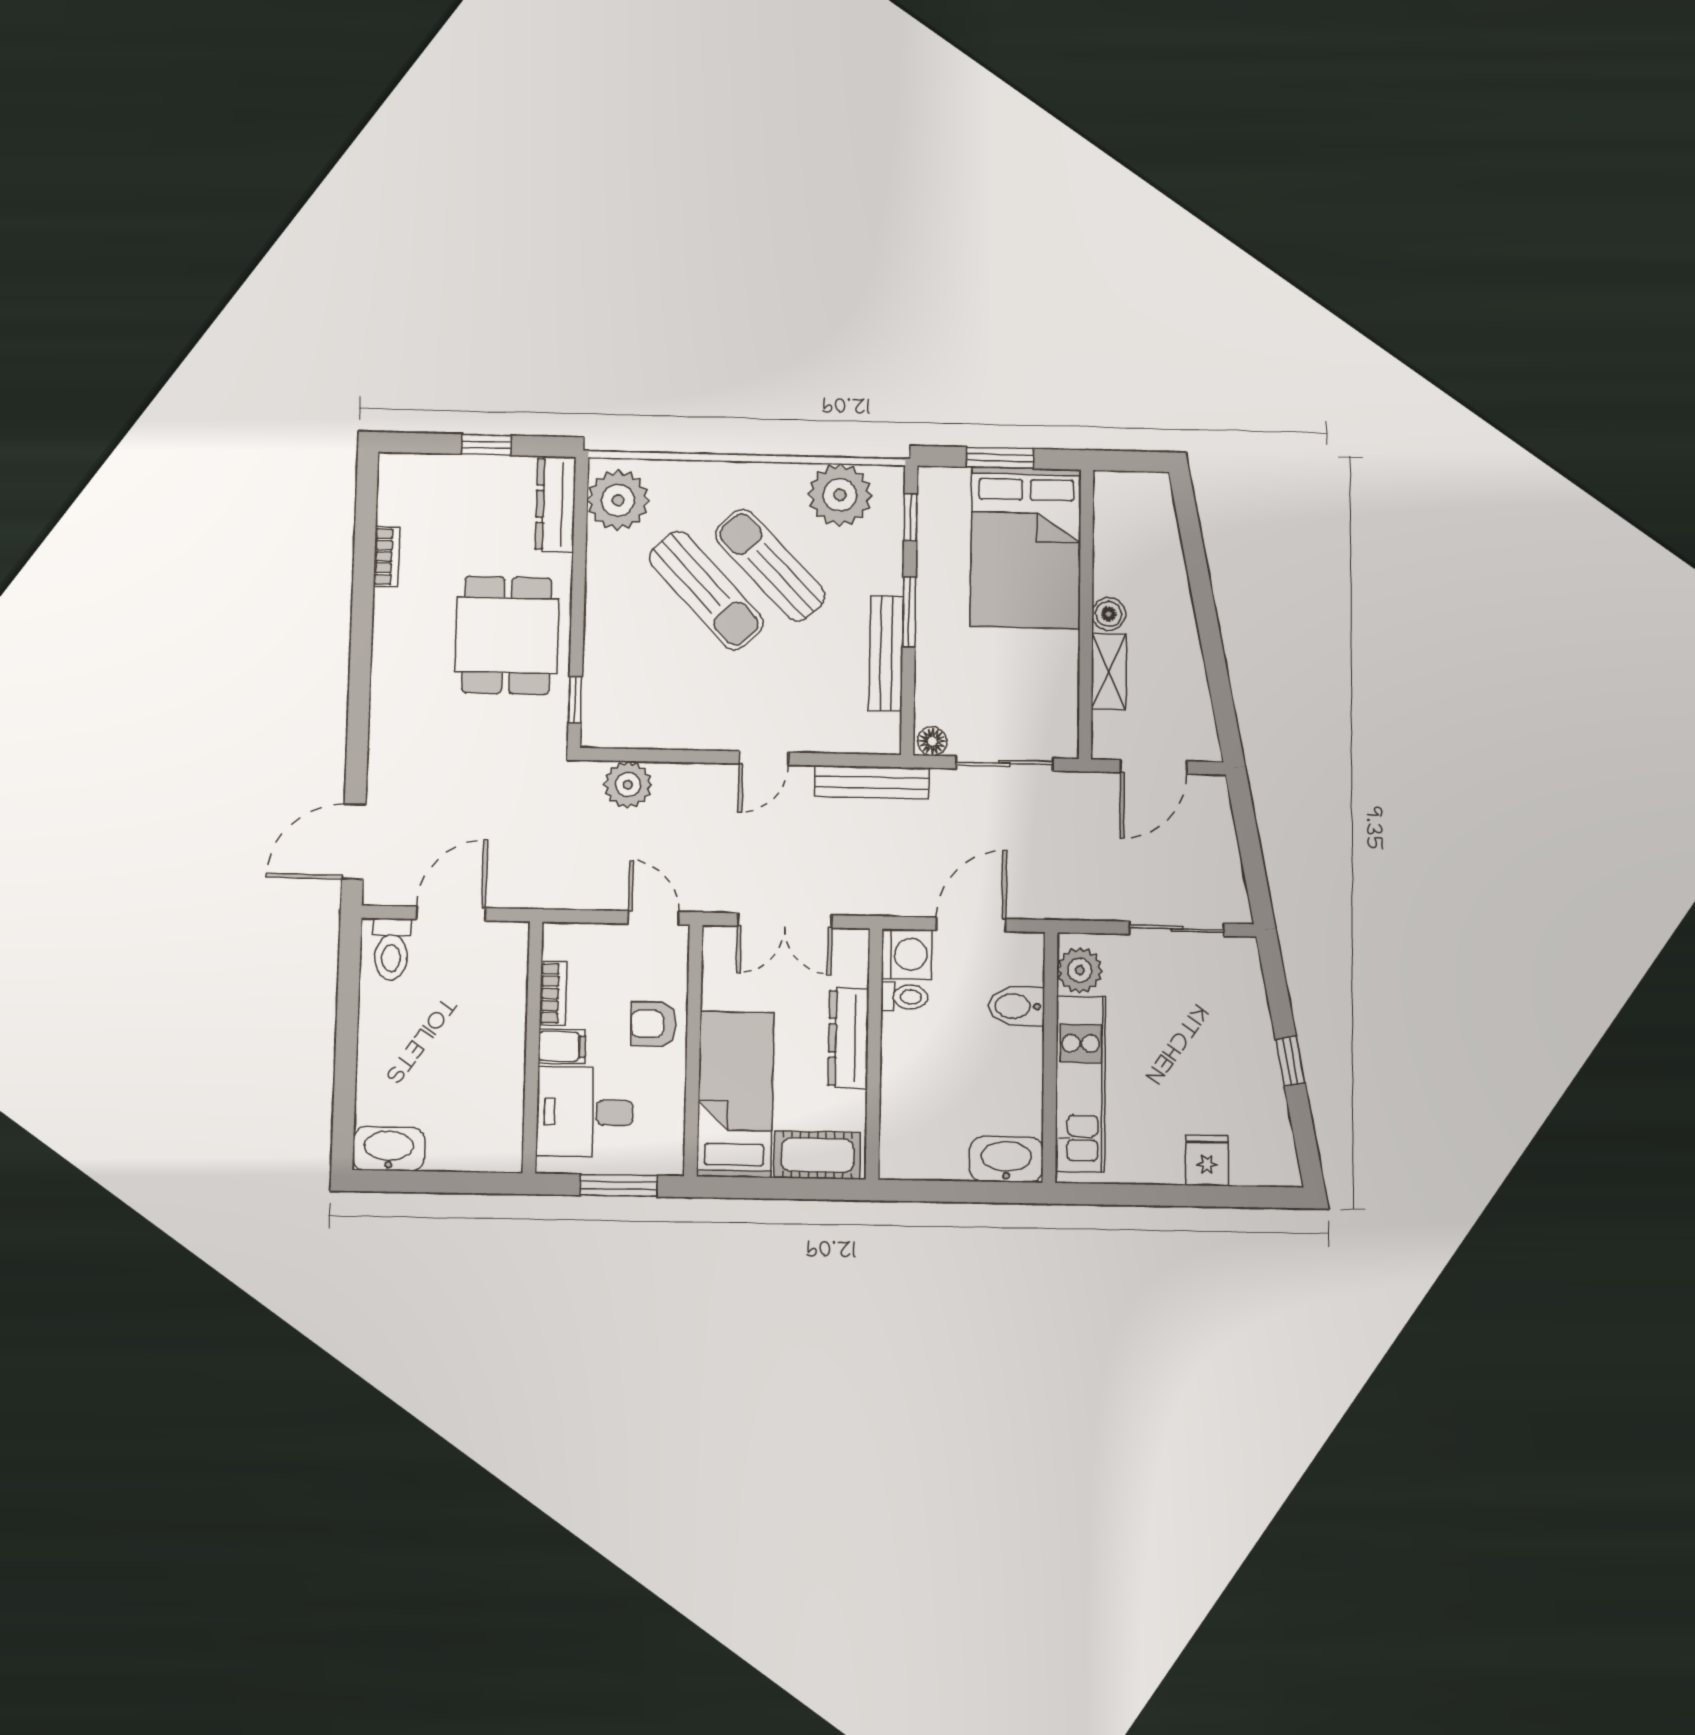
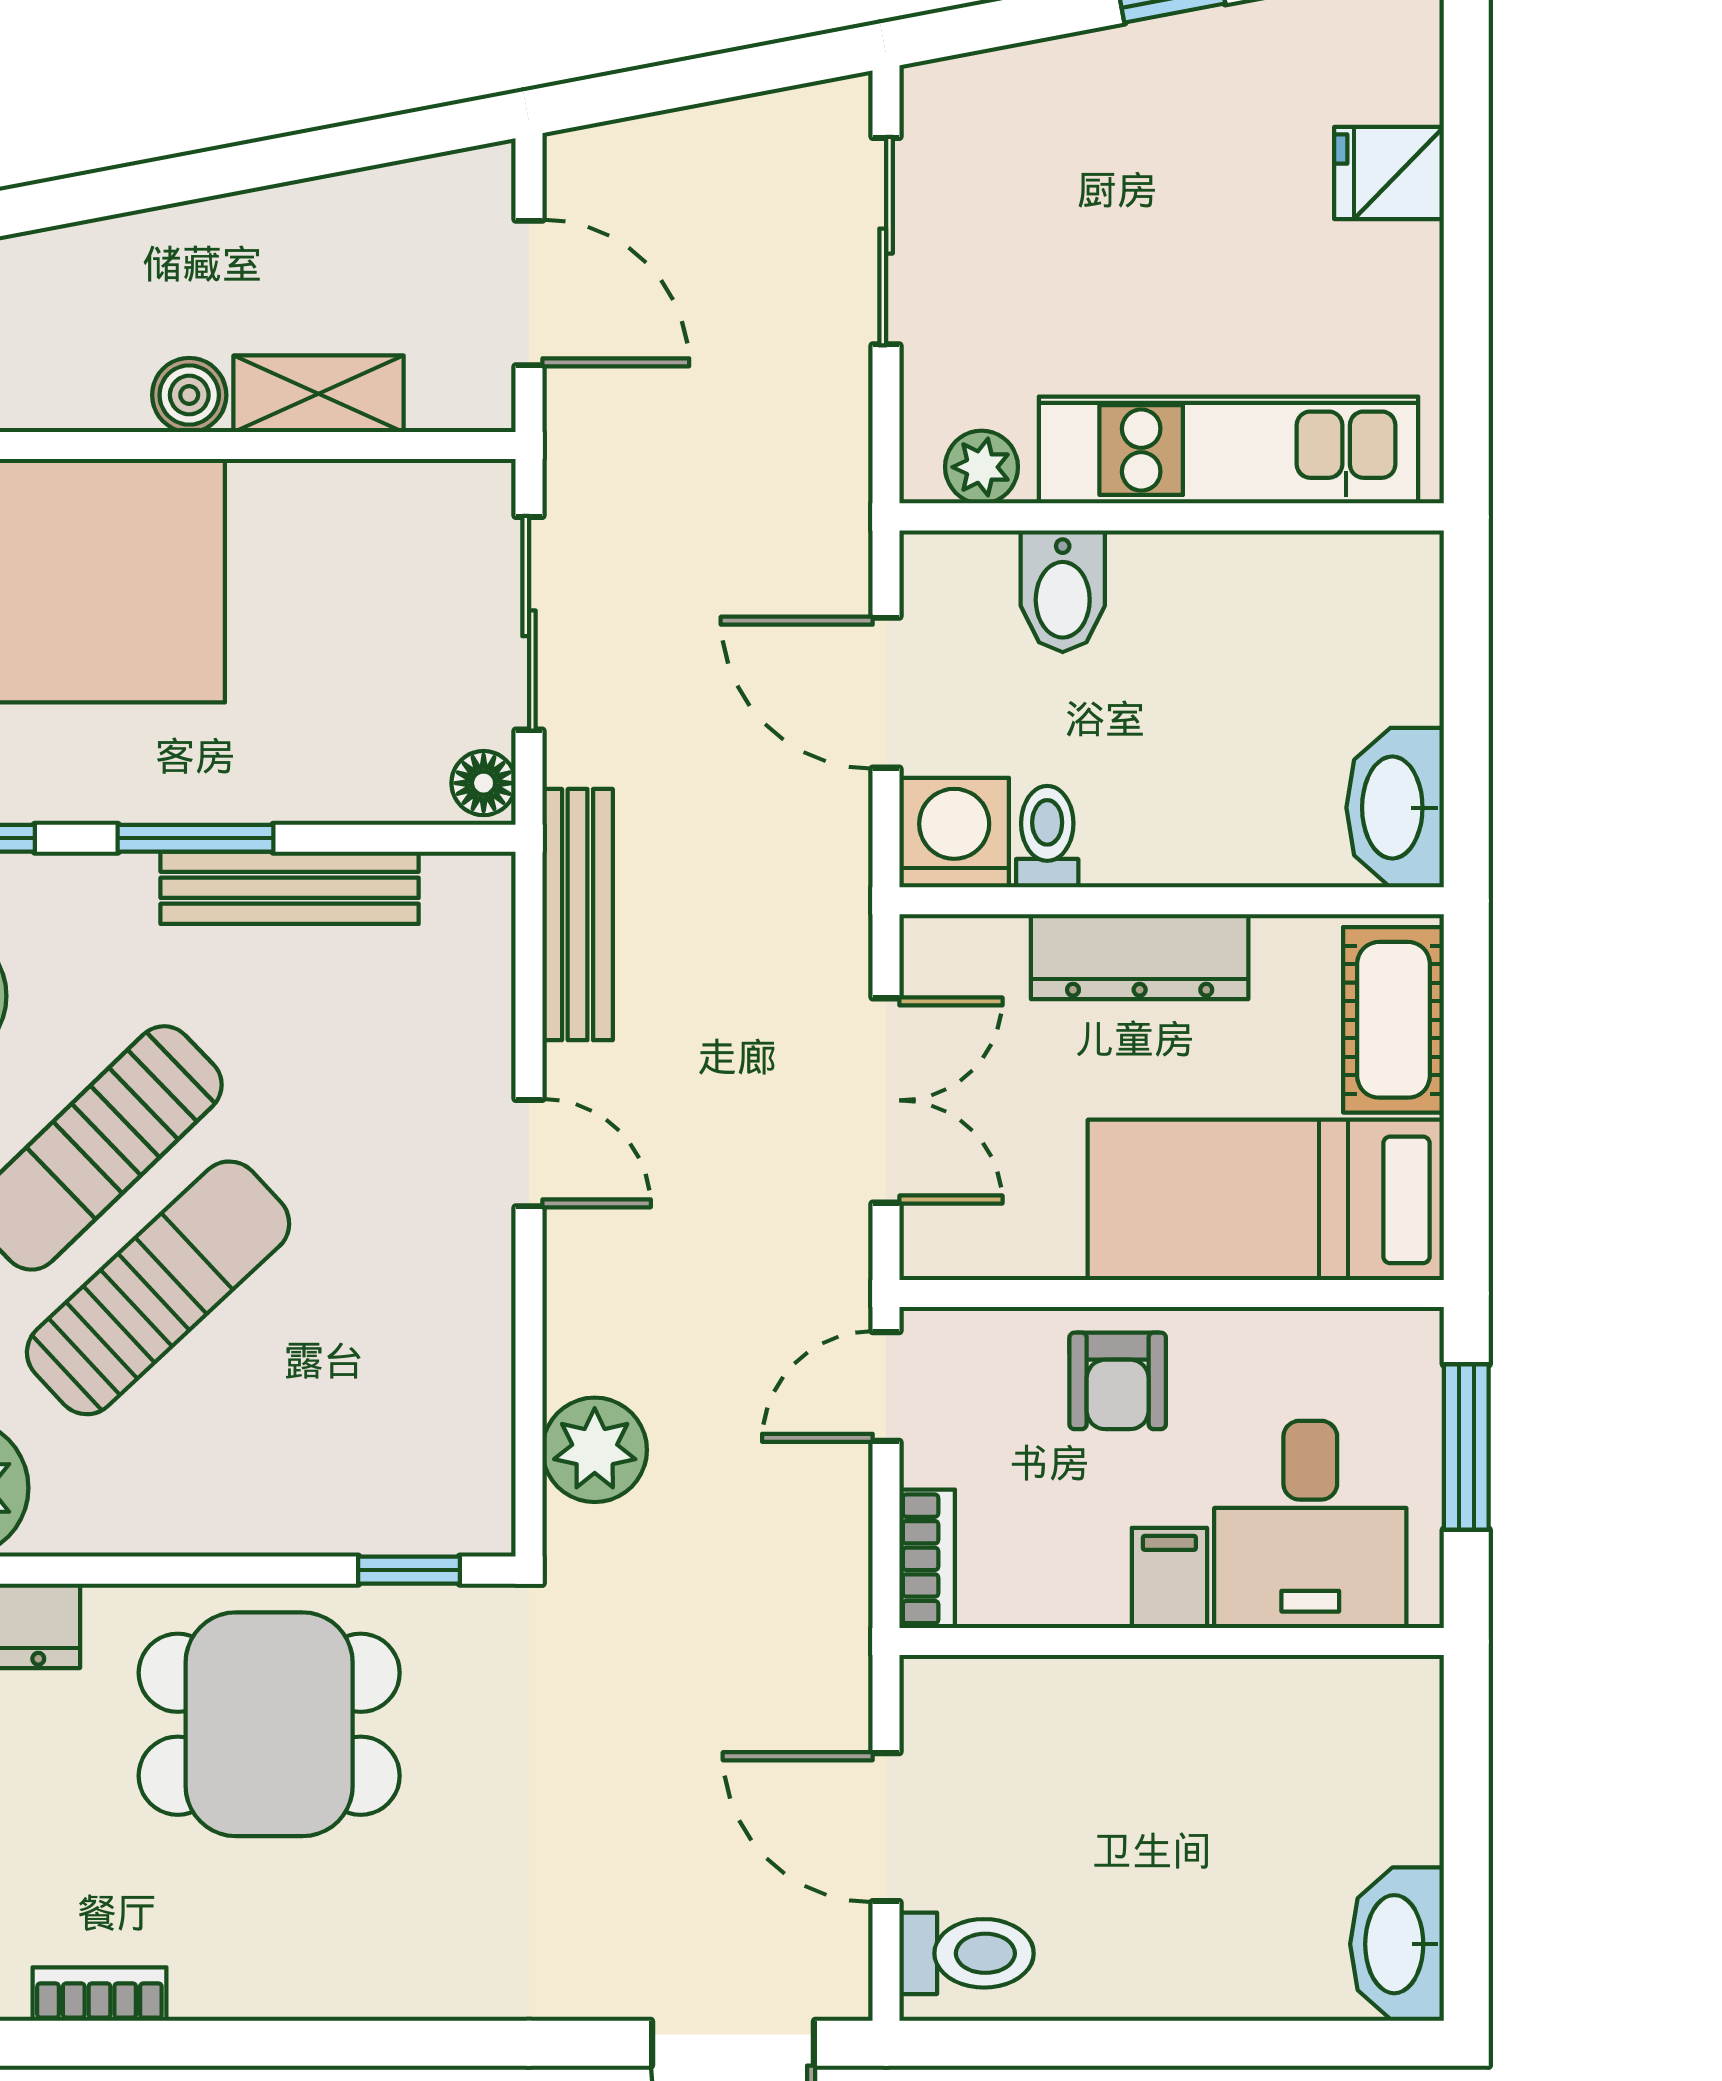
plant: (1080, 970) -> (982, 467), width x0.73, depth x0.73
bookcase: (553, 993) -> (927, 1559), moved, turned 90
washbasin: (1006, 1159) -> (1395, 808), moved

